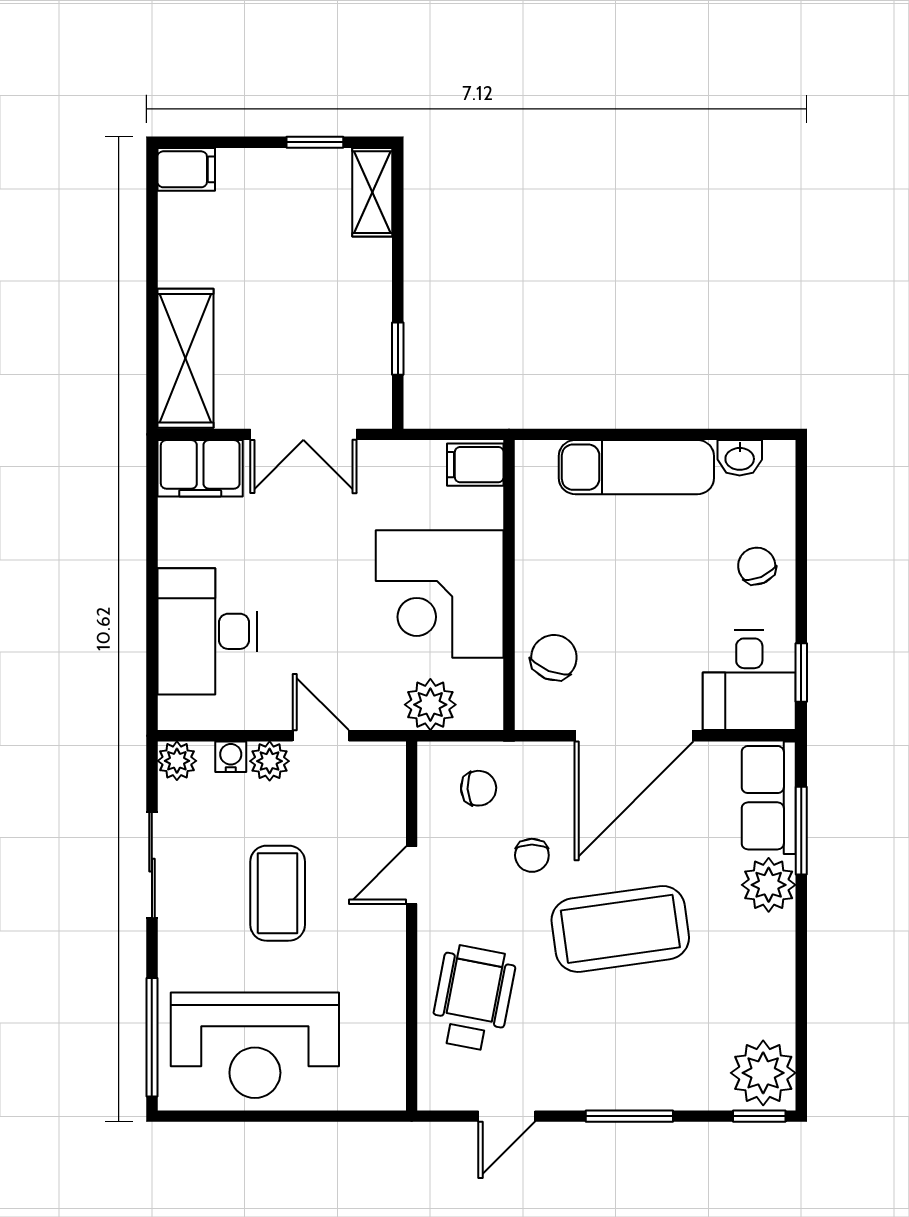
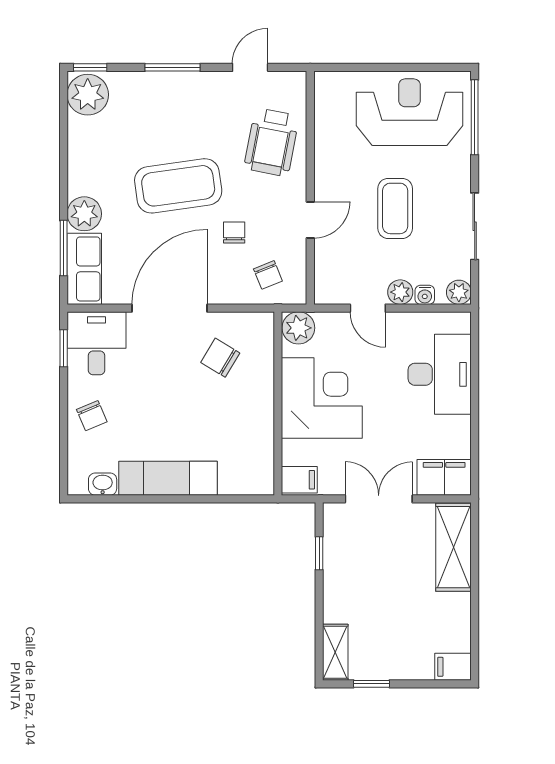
filing cabinet: (475, 465) -> (299, 480), moved
wall: (509, 585) -> (278, 404), moved
corner desk: (440, 594) -> (322, 398), moved
chair: (554, 658) -> (220, 358), turned 99
chair: (479, 788) -> (268, 275), turned -109

